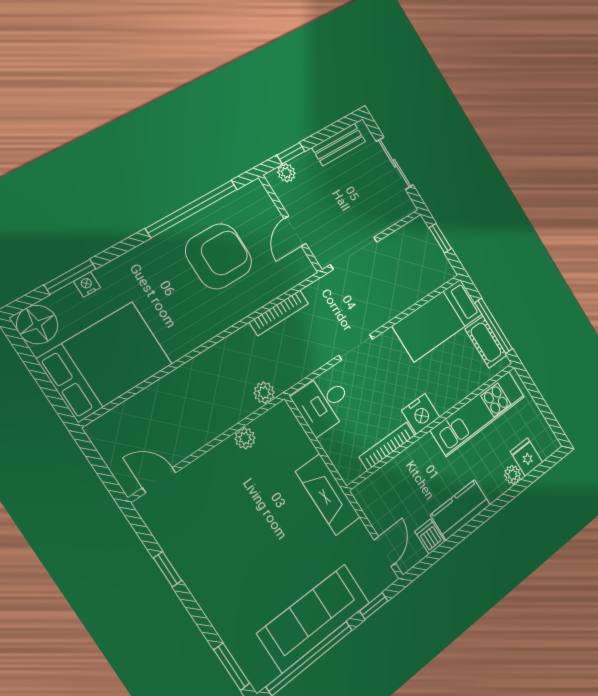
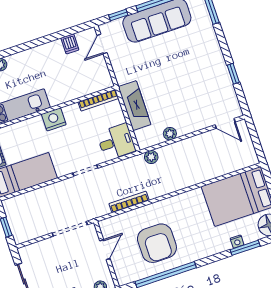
armchair: (219, 256) -> (157, 243), turned -90
bookcase: (387, 446) -> (98, 100), moved
fireplace: (328, 494) -> (135, 106), moved
kitchen counter: (461, 510) -> (44, 54), removed

